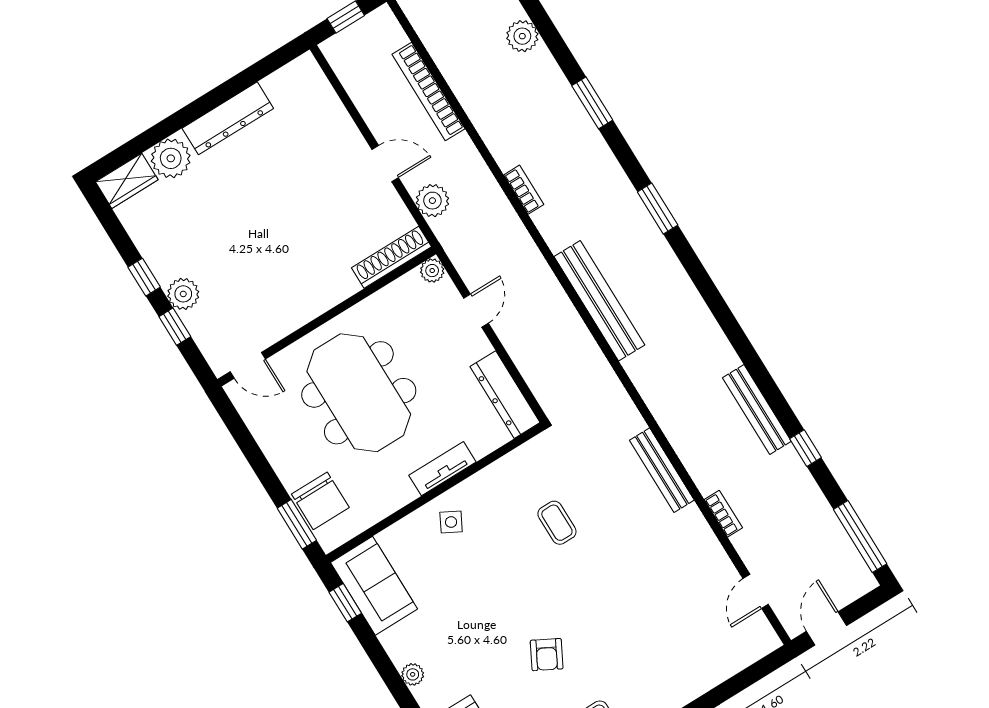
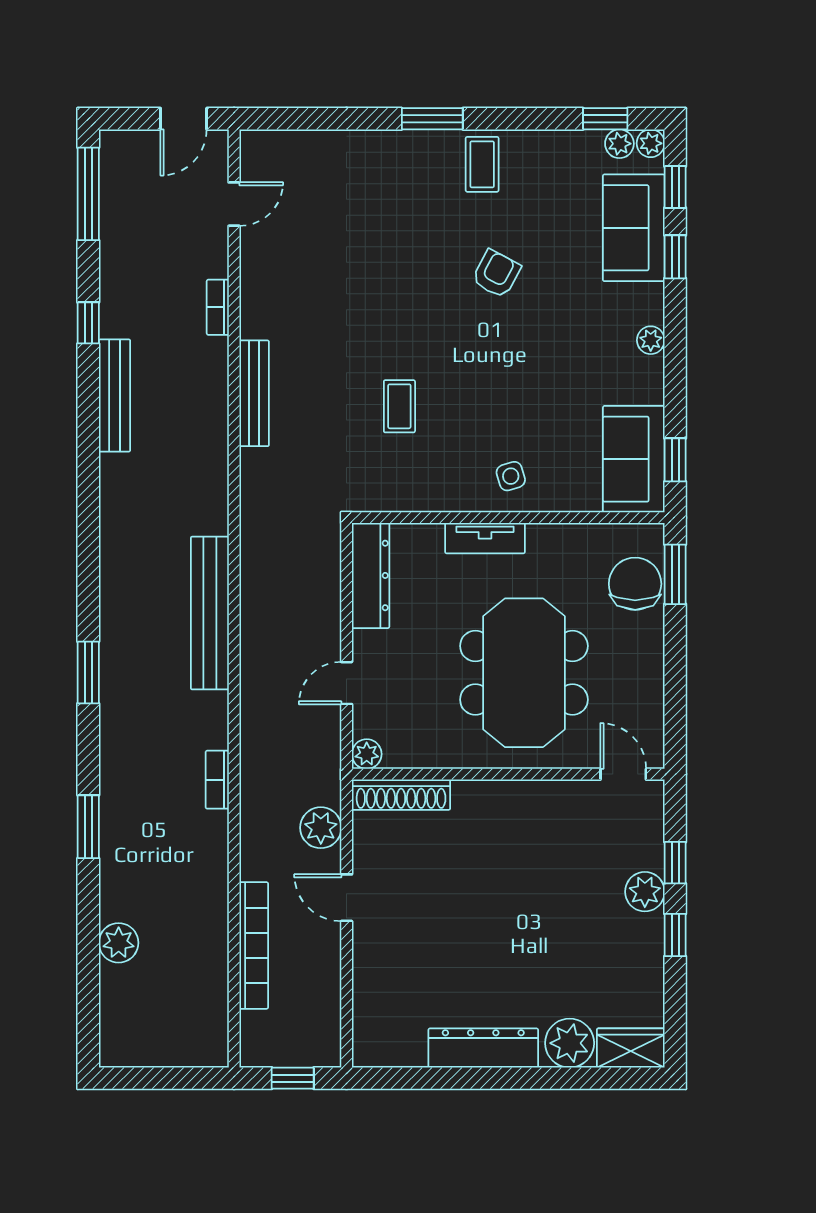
side table: (451, 522) -> (511, 476), turned 45

